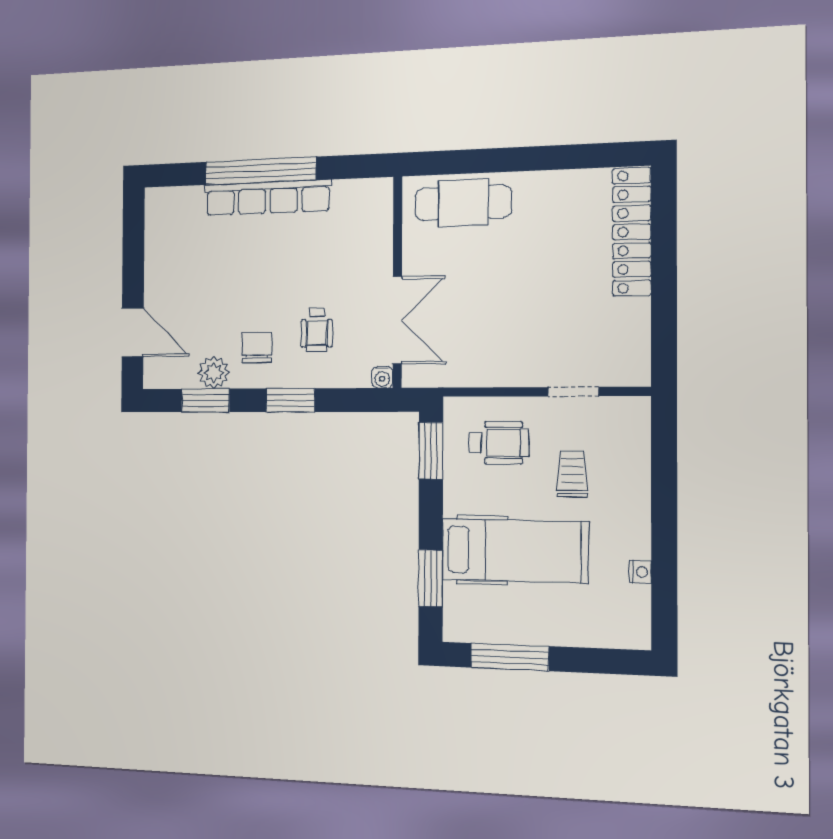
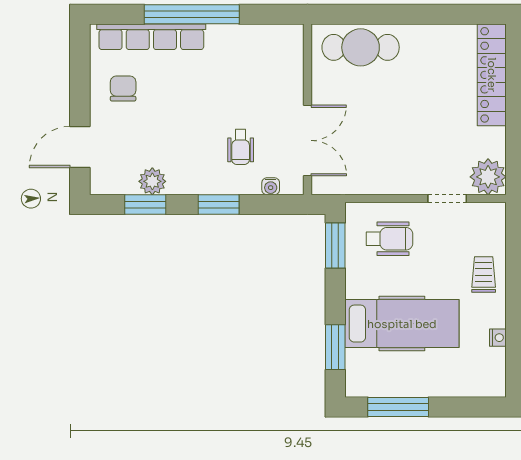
row of seats: (268, 198) -> (151, 37), moved
door: (133, 333) -> (80, 147), swing flipped
chair: (257, 347) -> (123, 88), moved
plant: (627, 363) -> (488, 177), added
water cooler: (382, 377) -> (271, 186), moved
trolley: (572, 474) -> (484, 275), moved

